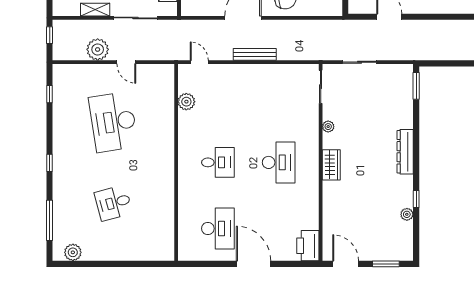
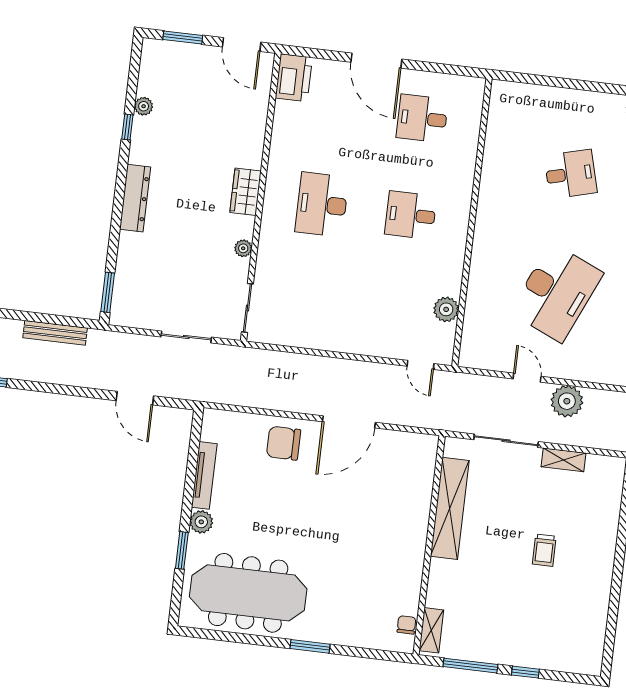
bench: (255, 54) -> (55, 333), moved
desk: (113, 122) -> (556, 293), turned 33
desk: (218, 228) -> (422, 118), width x0.73

